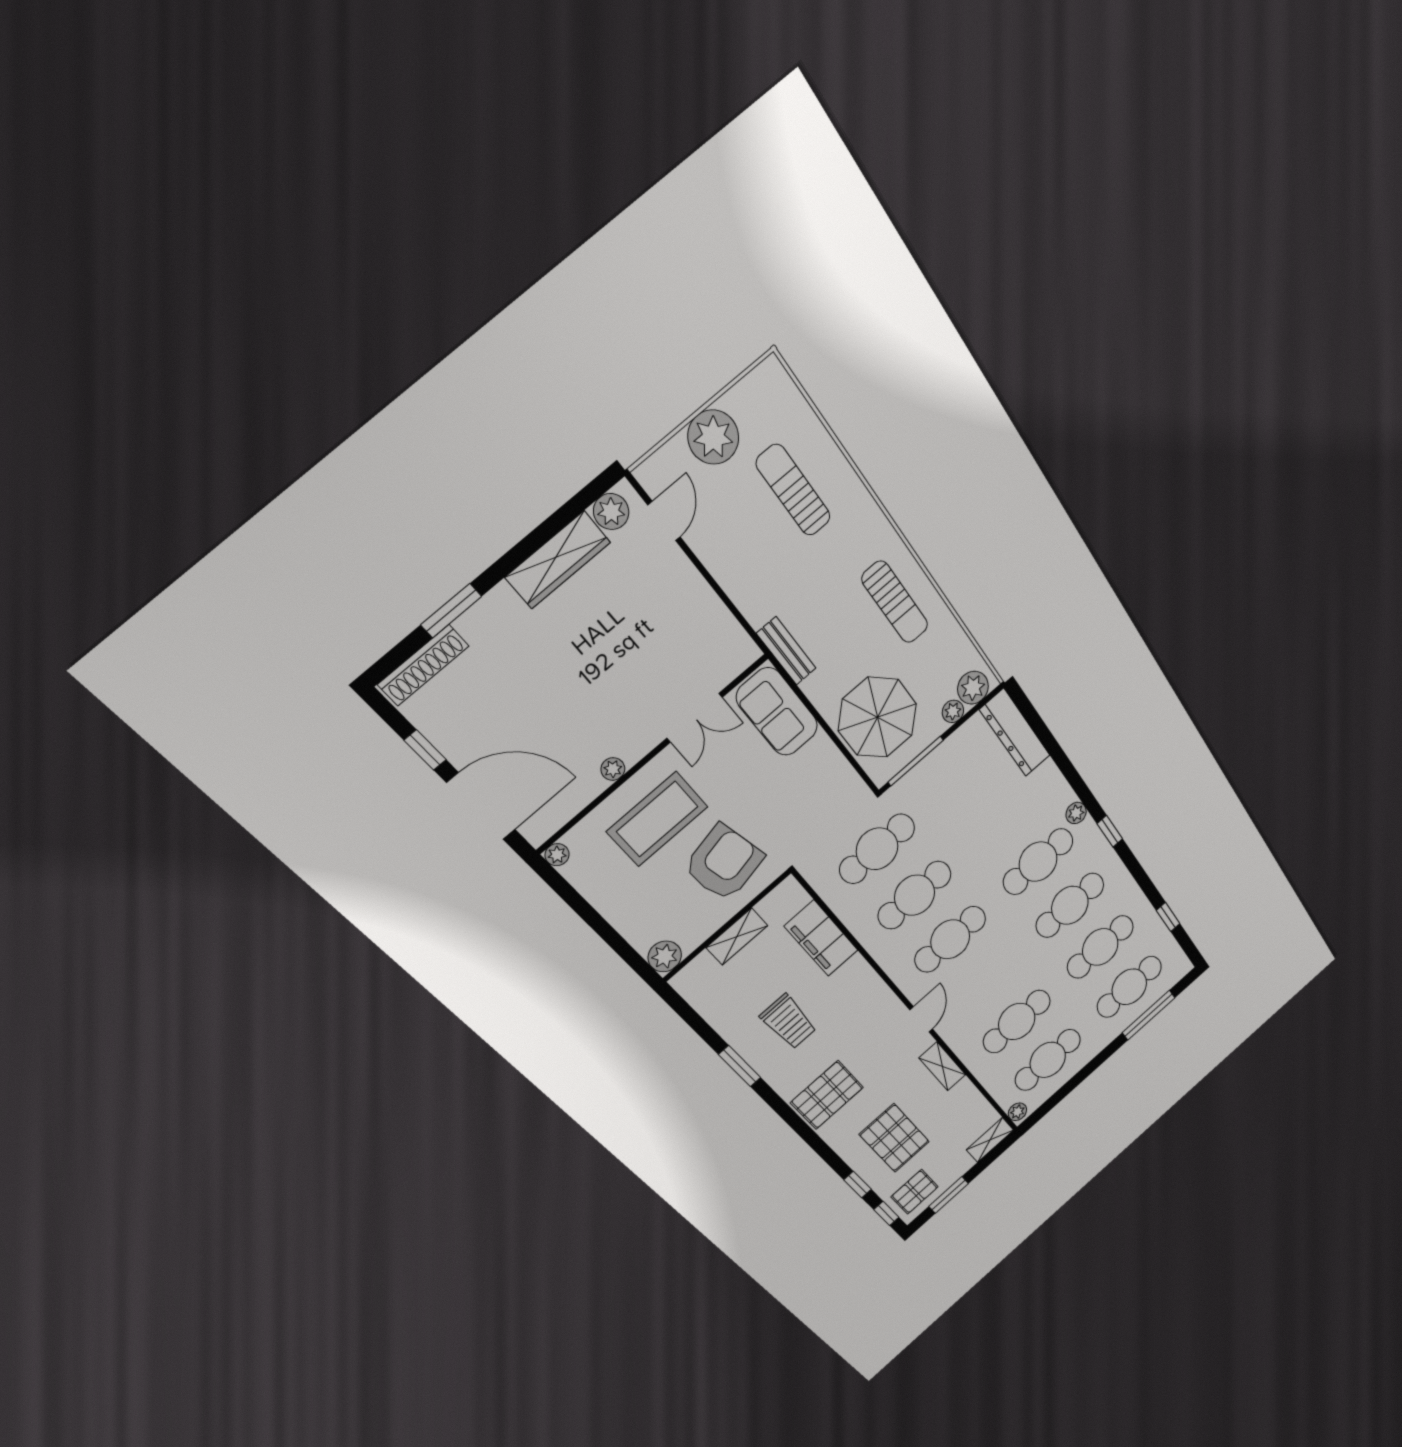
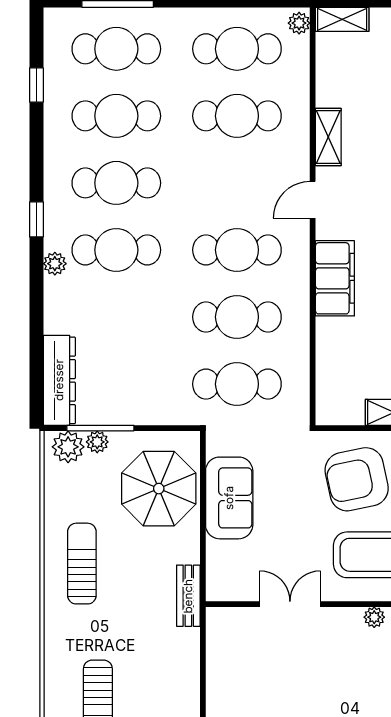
sofa: (777, 712) -> (229, 498), moved
window: (916, 761) -> (100, 428), moved
filing cabinet: (821, 938) -> (335, 278), moved

